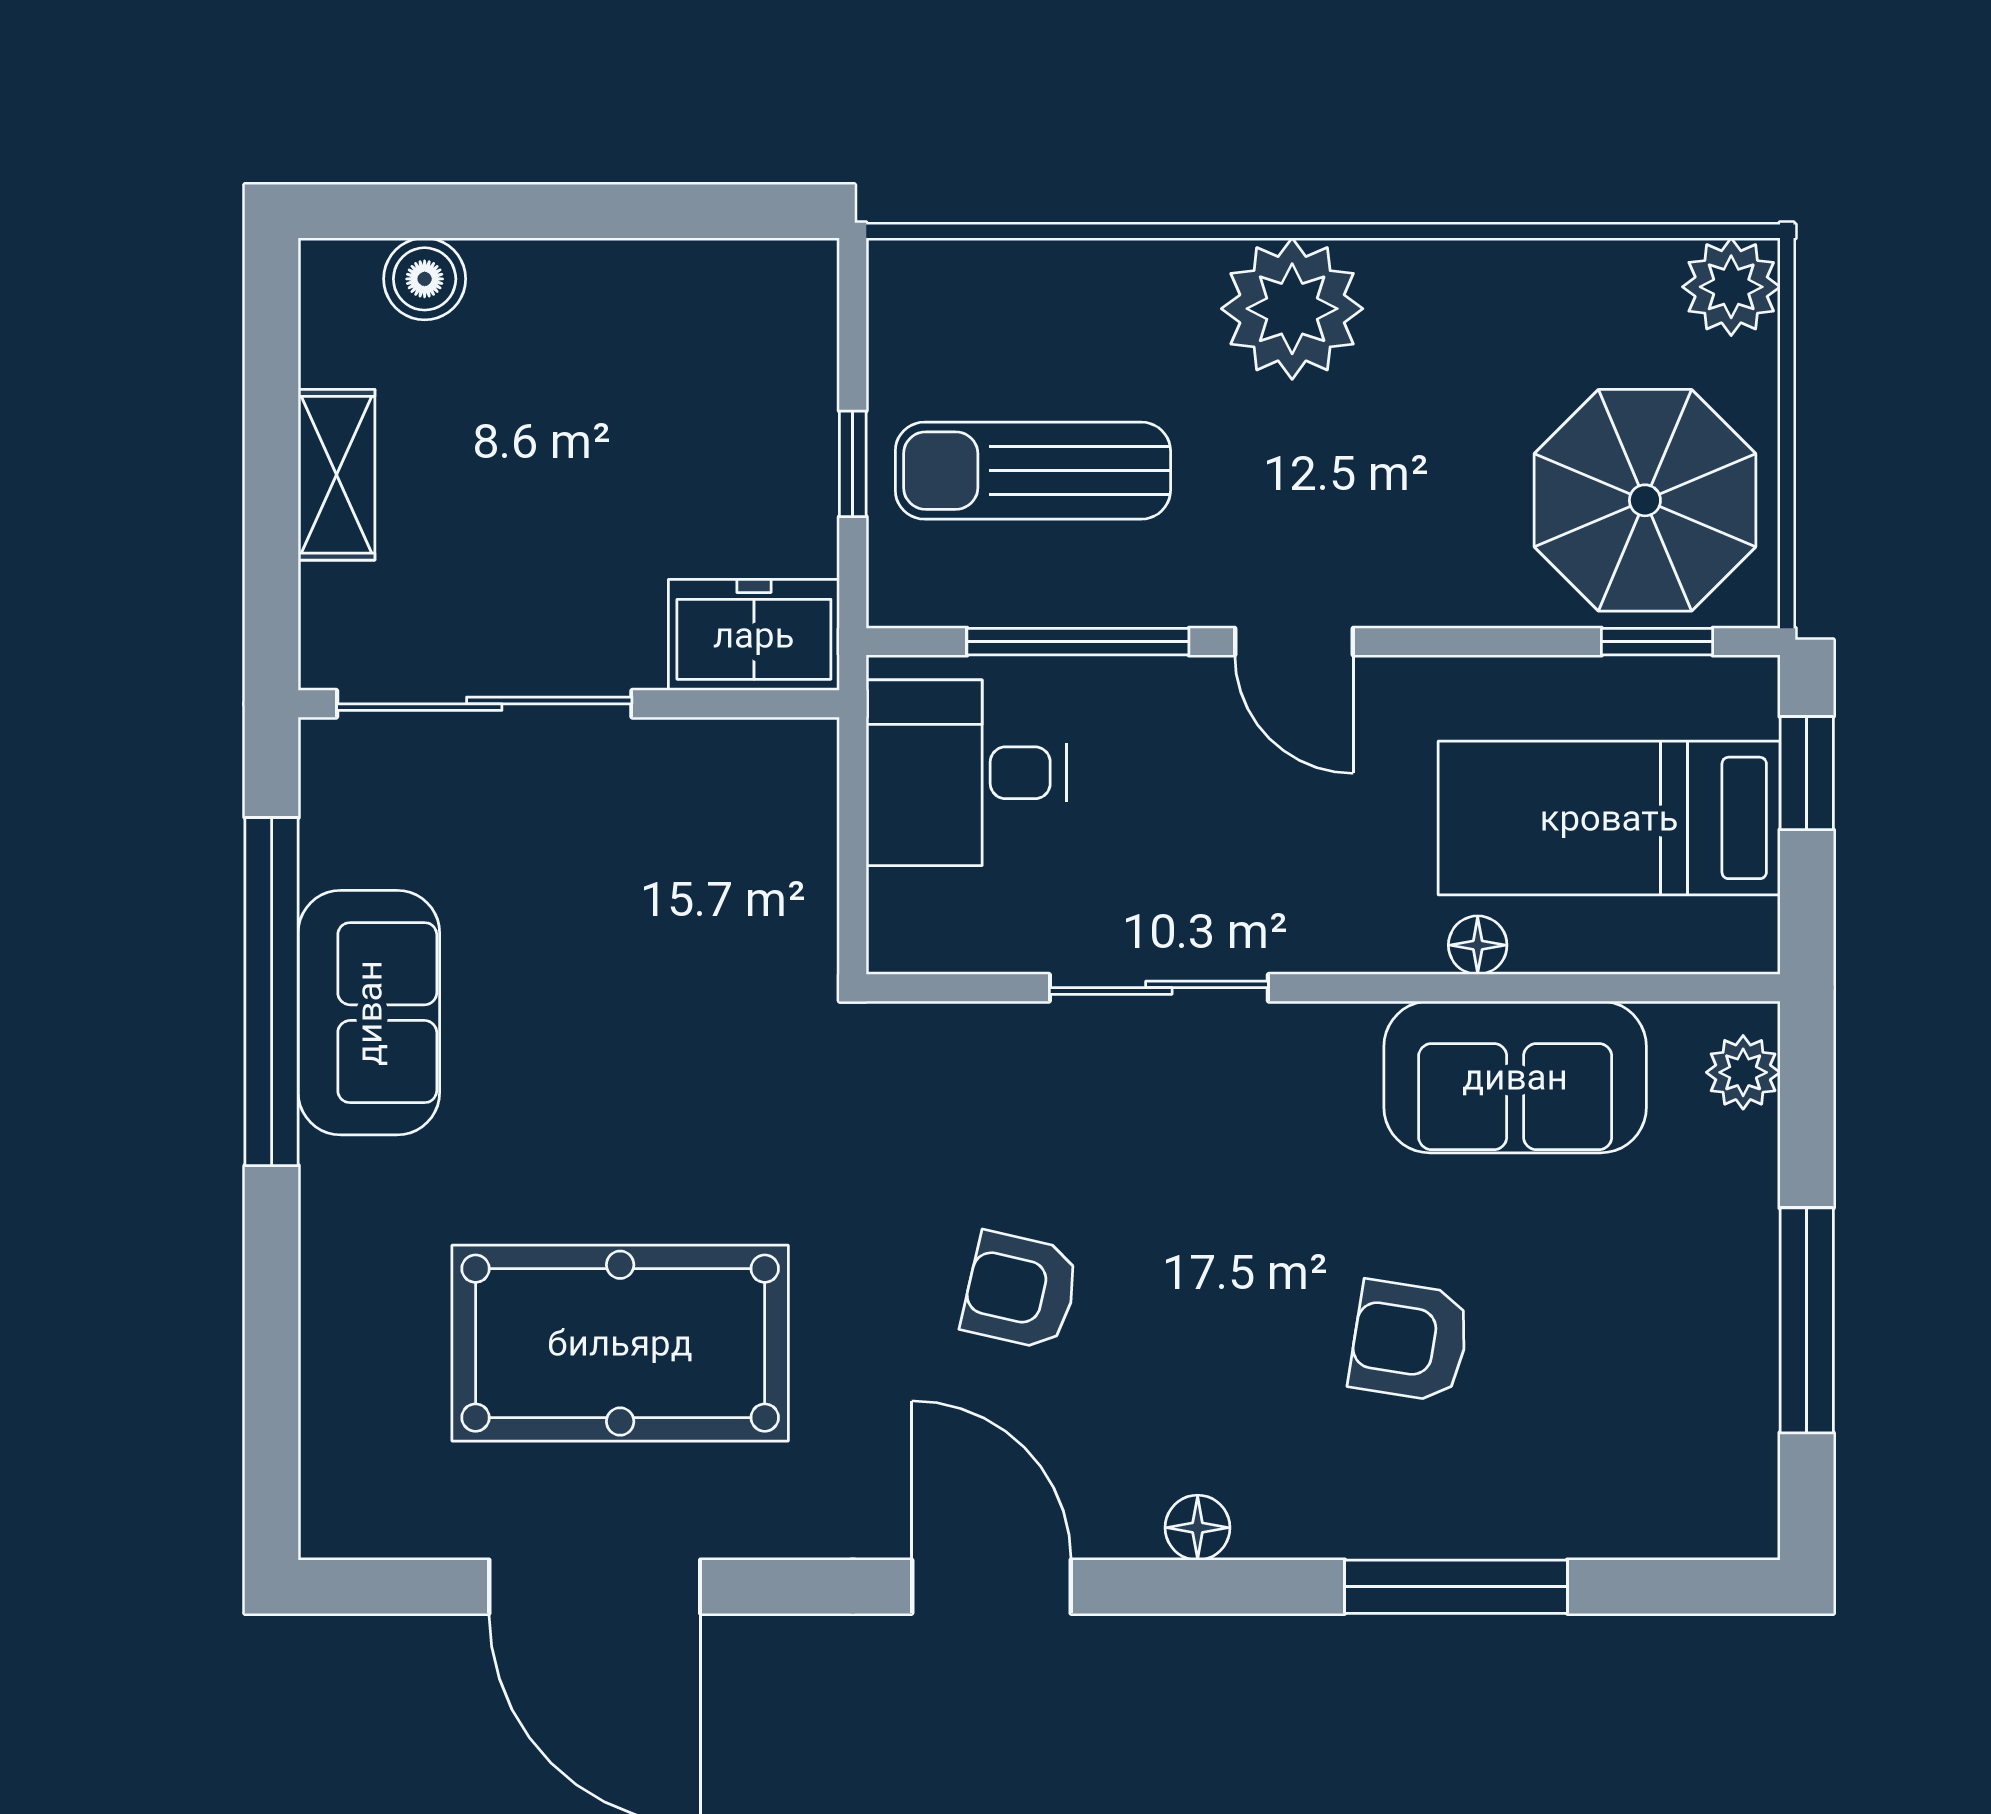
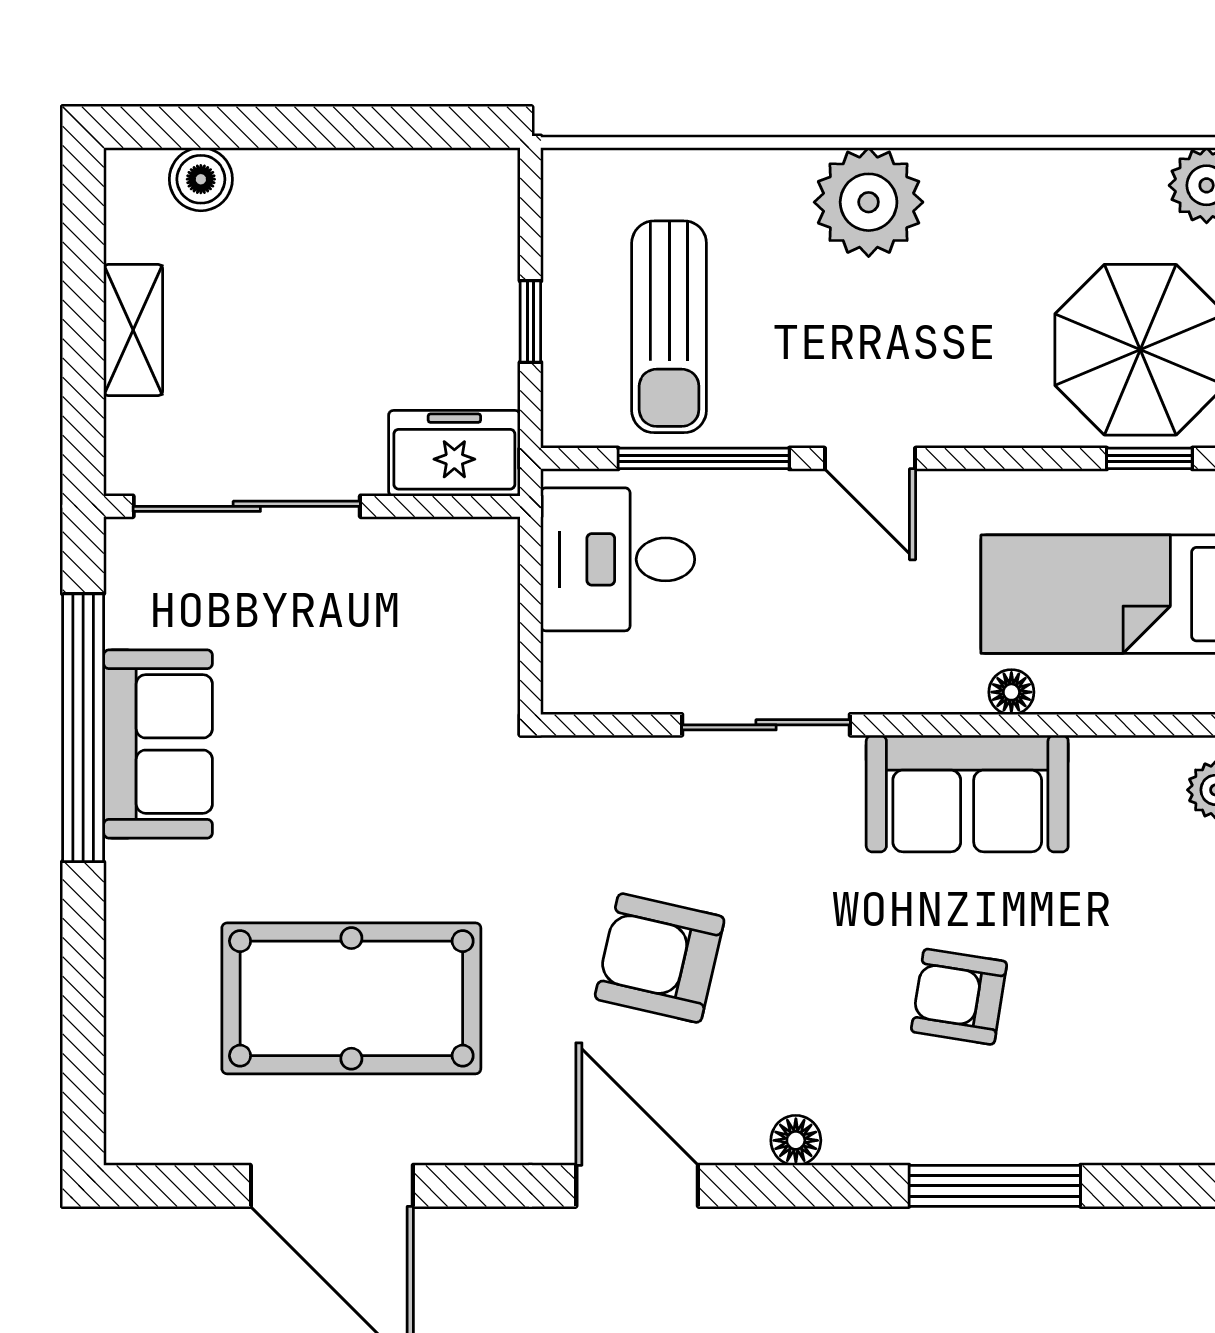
sun lounger: (1033, 471) -> (669, 327), turned -90
sofa: (1515, 1077) -> (967, 793), moved
armchair: (1021, 1291) -> (660, 958), width x1.38, depth x1.38

